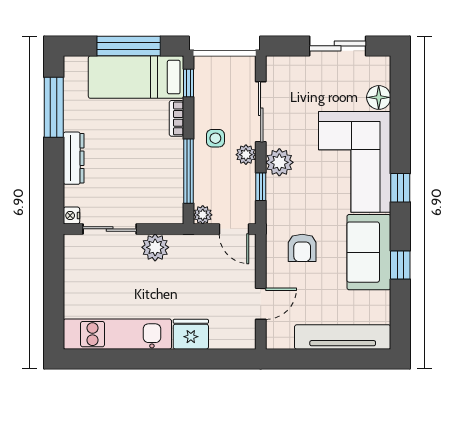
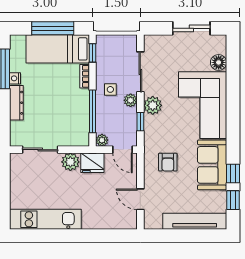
window: (400, 188) -> (233, 200), moved
nightstand: (71, 216) -> (15, 78), moved
door: (261, 304) -> (140, 199), swing flipped
fridge: (191, 334) -> (92, 163), moved, turned 180

